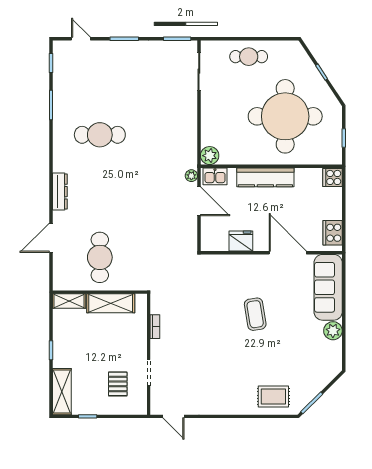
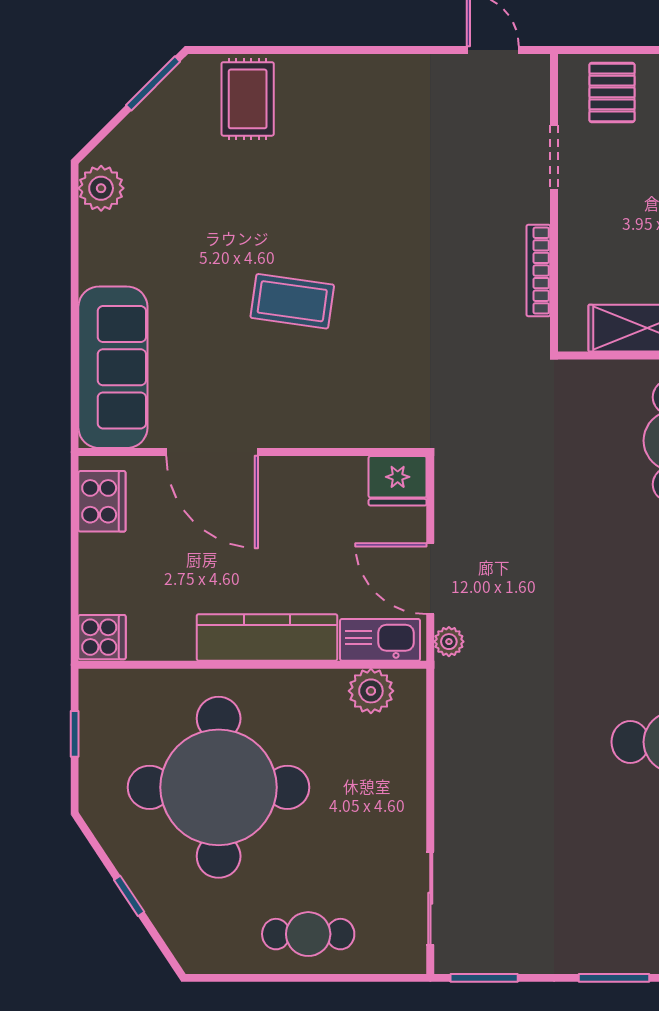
plant: (210, 156) -> (371, 691), moved
kitchen sink: (215, 176) -> (380, 640), width x1.38
fridge: (241, 241) -> (398, 481), moved
coffee table: (255, 314) -> (292, 301), turned -73
bookcase: (155, 327) -> (538, 271), width x1.56
plant: (333, 331) -> (101, 188), moved
pallet: (118, 384) -> (612, 92), moved
rug: (273, 397) -> (248, 99), turned 90

